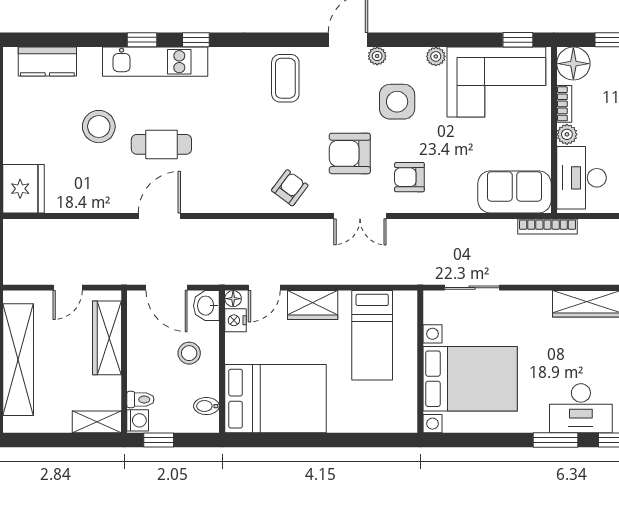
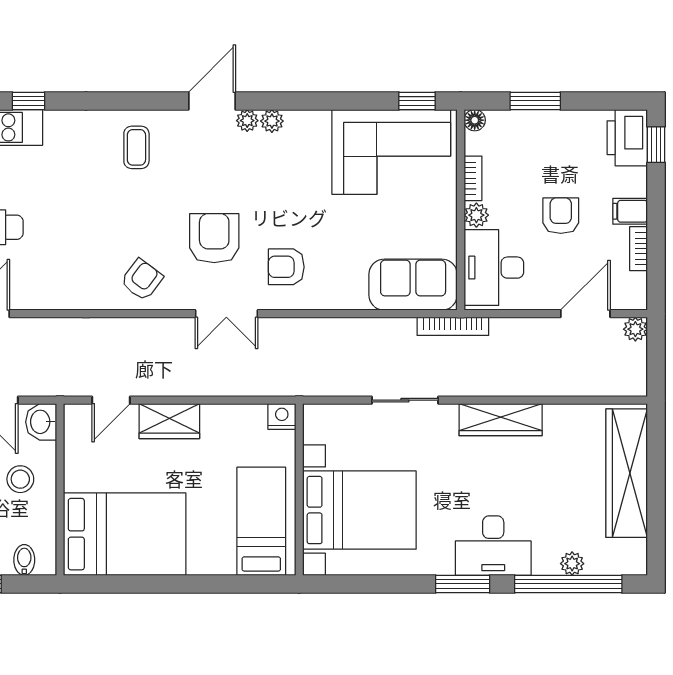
plant: (436, 56) -> (272, 121), moved
floor lamp: (573, 64) -> (475, 120), width x0.53, depth x0.53
coffee table: (285, 78) -> (136, 147), width x0.73, depth x0.77
side table: (397, 102) -> (271, 176), removed
armchair: (350, 153) -> (214, 238), turned 90
sliding door: (472, 288) -> (405, 400), moved
floor lamp: (233, 299) -> (73, 413), removed
nightstand: (236, 320) -> (282, 416), moved, turned 90
bed: (372, 335) -> (261, 521), moved, turned 180
bidet: (206, 406) -> (24, 560), moved, turned 90

